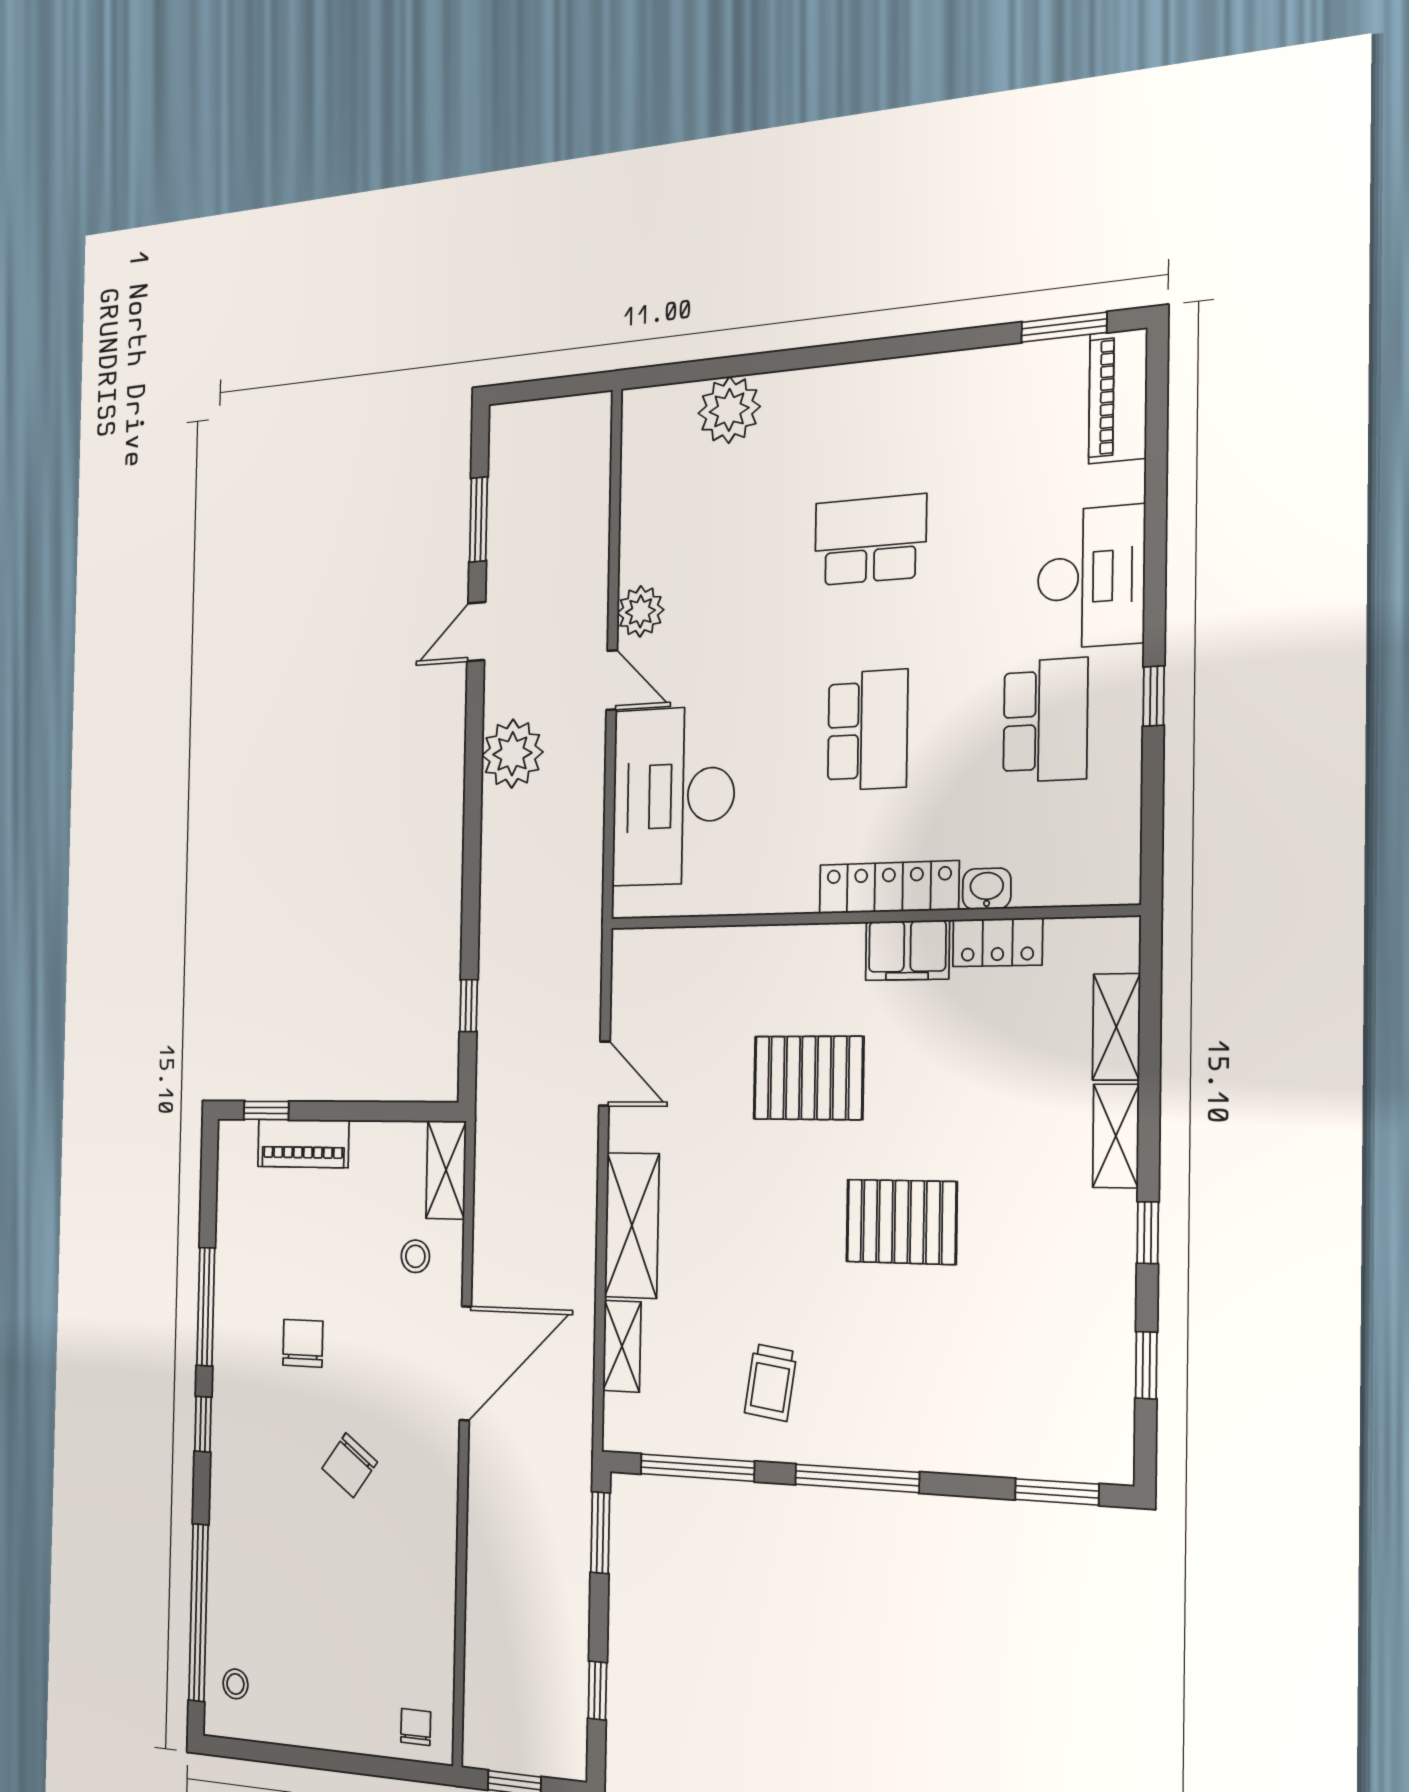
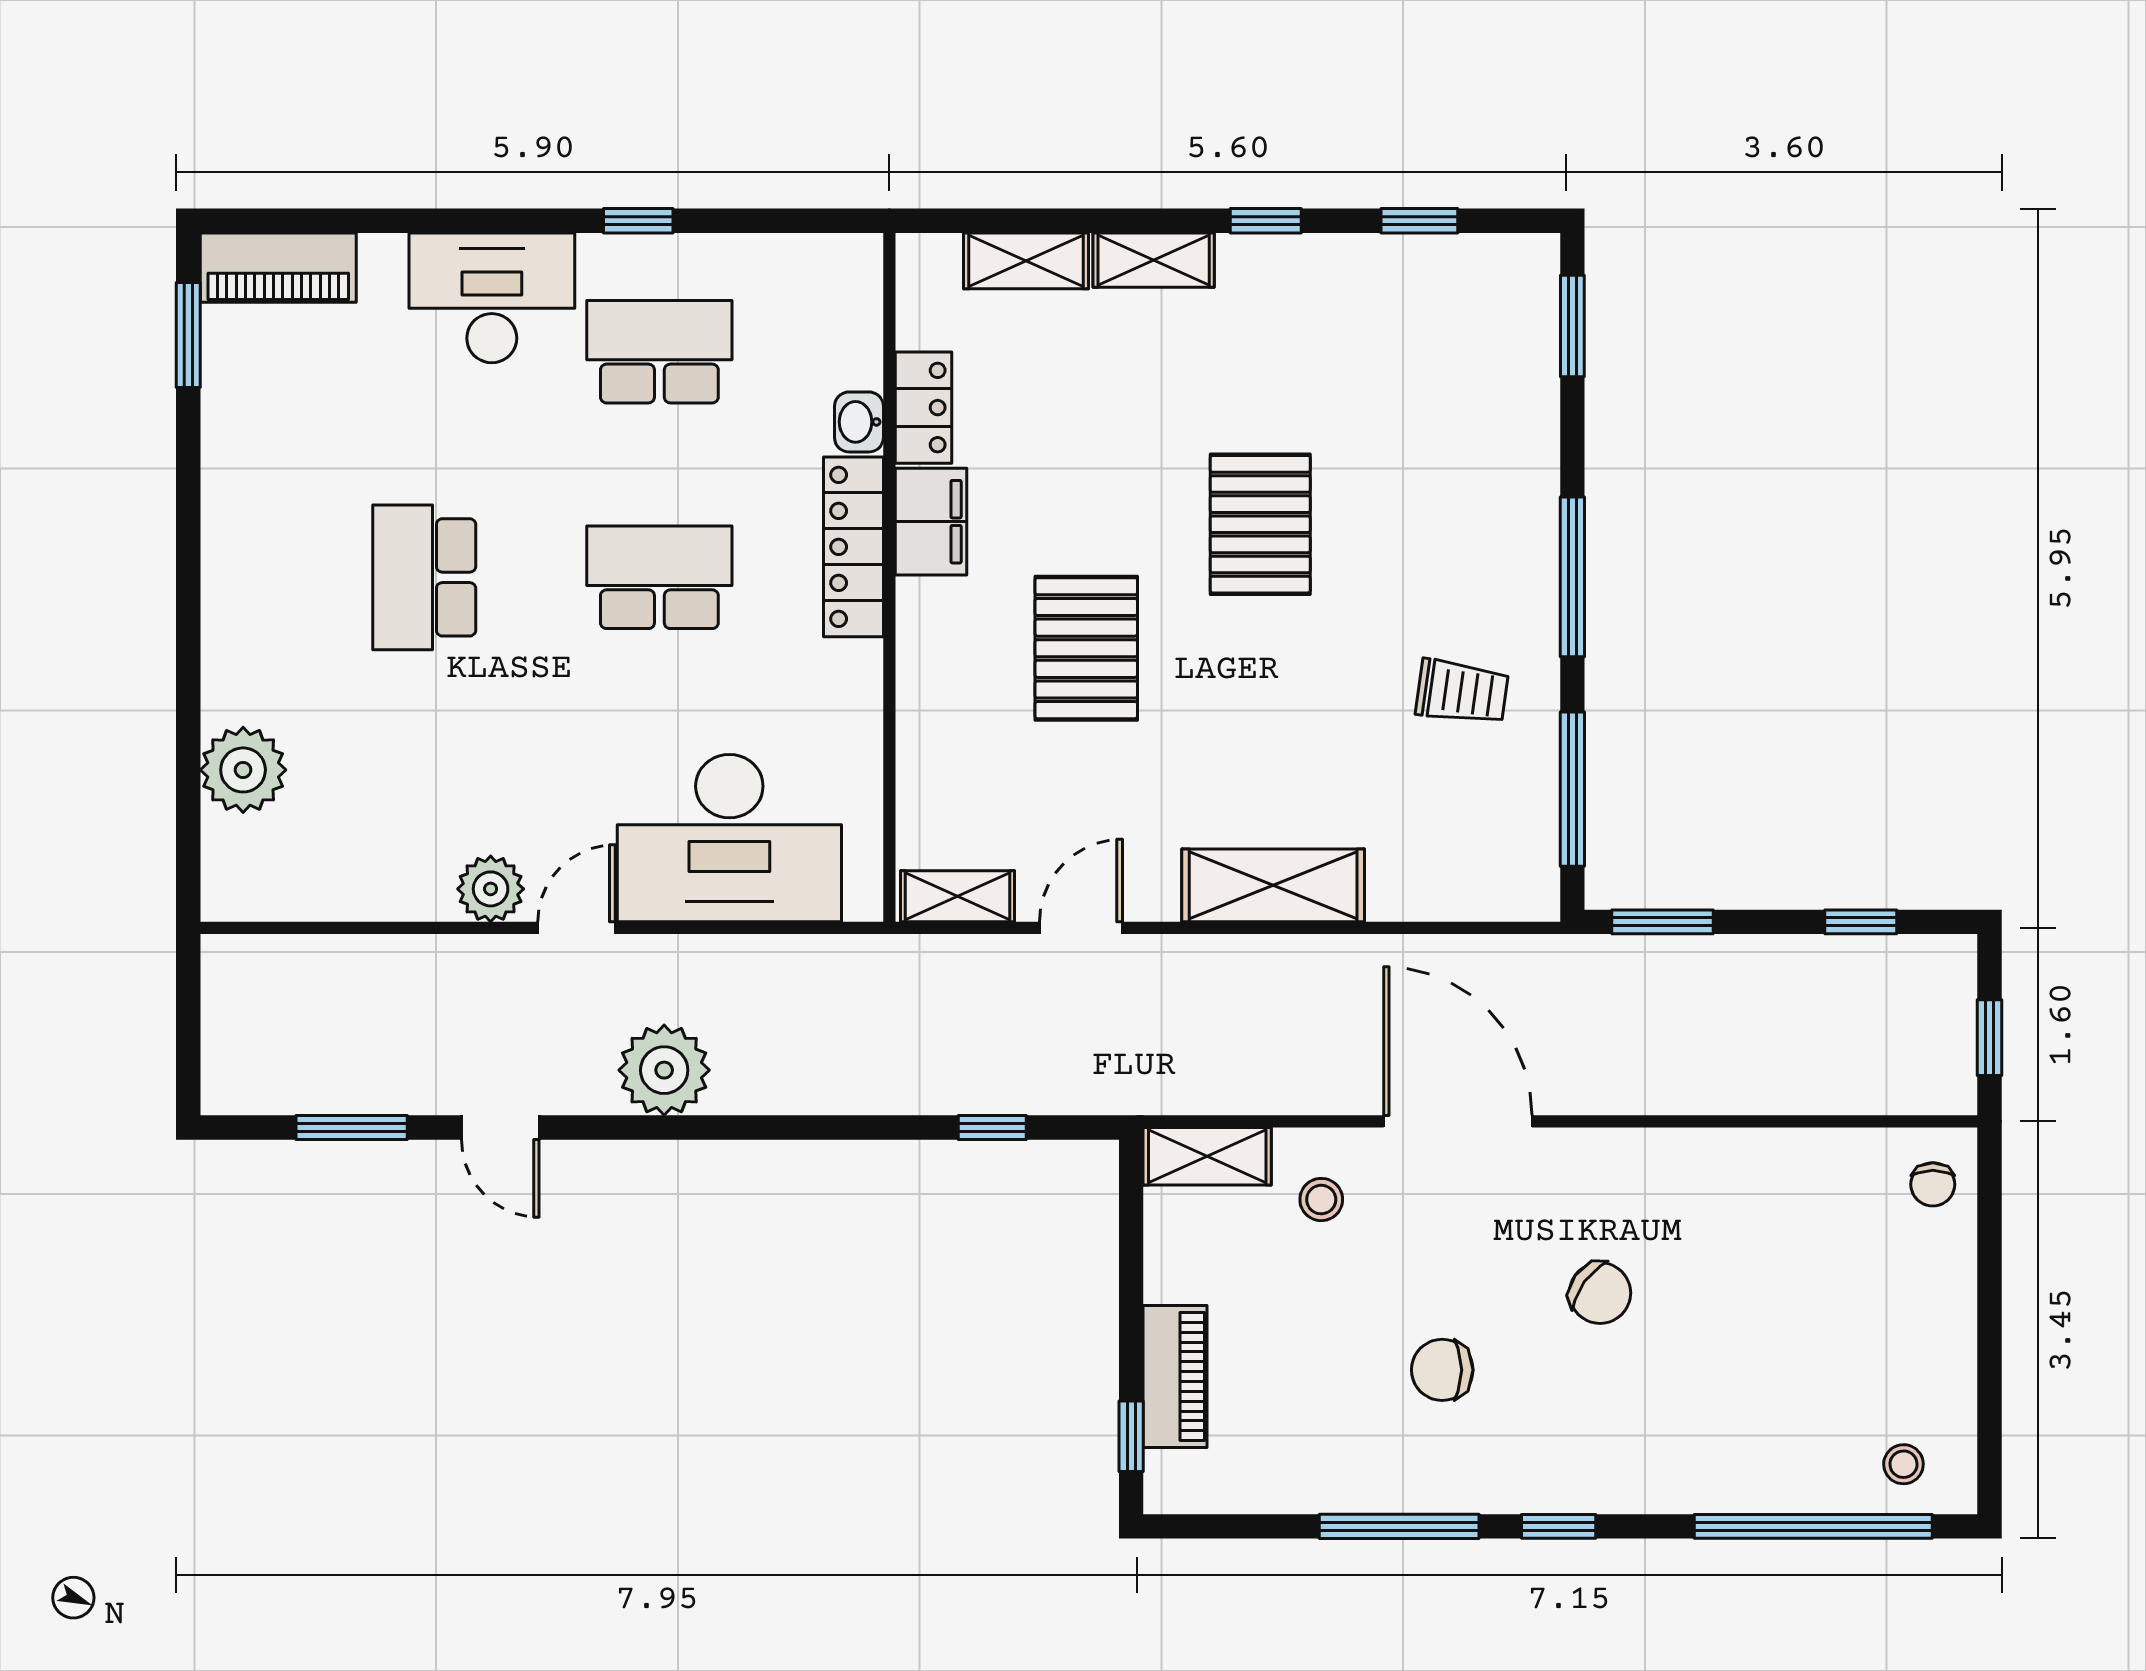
shelving: (622, 1346) -> (958, 896), moved
chair: (416, 1727) -> (1933, 1184), turned -90

